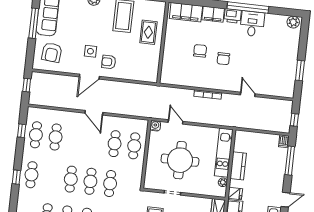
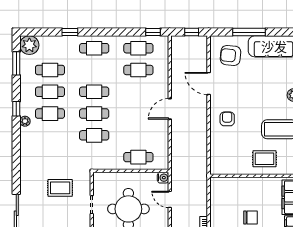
window: (34, 23) -> (249, 32), moved
side table: (90, 51) -> (237, 98), removed
door: (89, 77) -> (209, 83), moved
door: (176, 122) -> (170, 199), swing flipped
window: (22, 131) -> (153, 32), moved
cafe table: (115, 144) -> (138, 135), removed
window: (16, 177) -> (70, 32), moved

